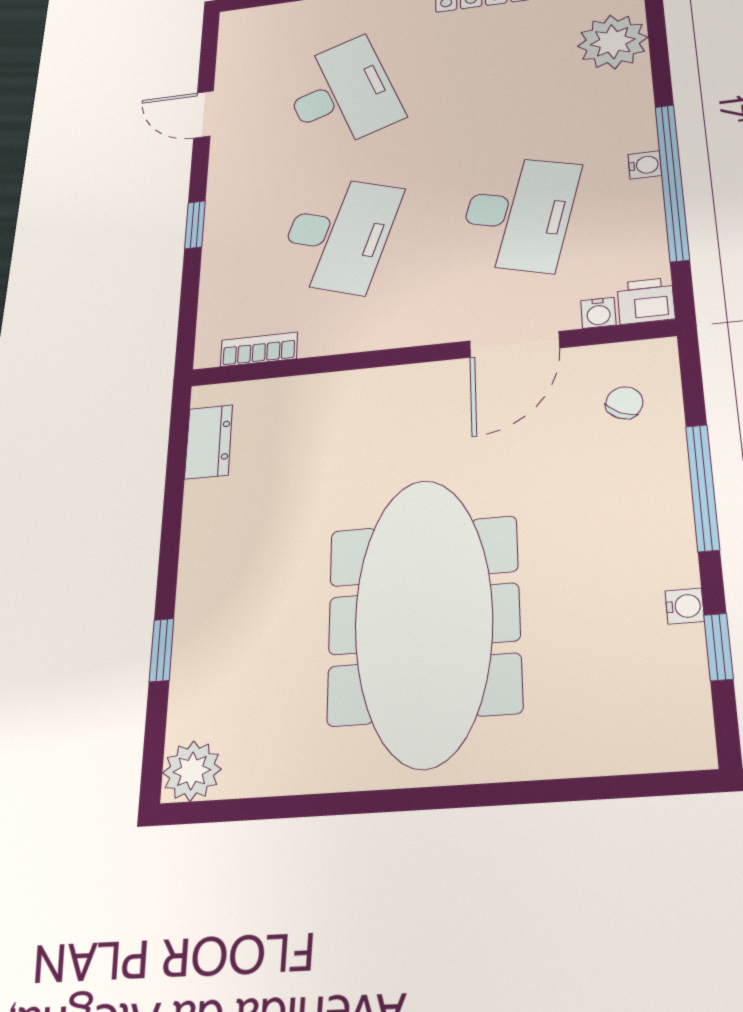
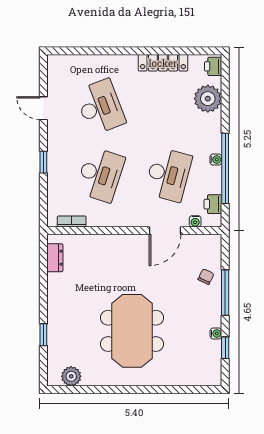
printer: (646, 301) -> (213, 204), moved, turned -90
chair: (624, 403) -> (206, 277), moved
meeting table: (424, 619) -> (132, 331), width x0.73
plant: (192, 771) -> (71, 376), moved

